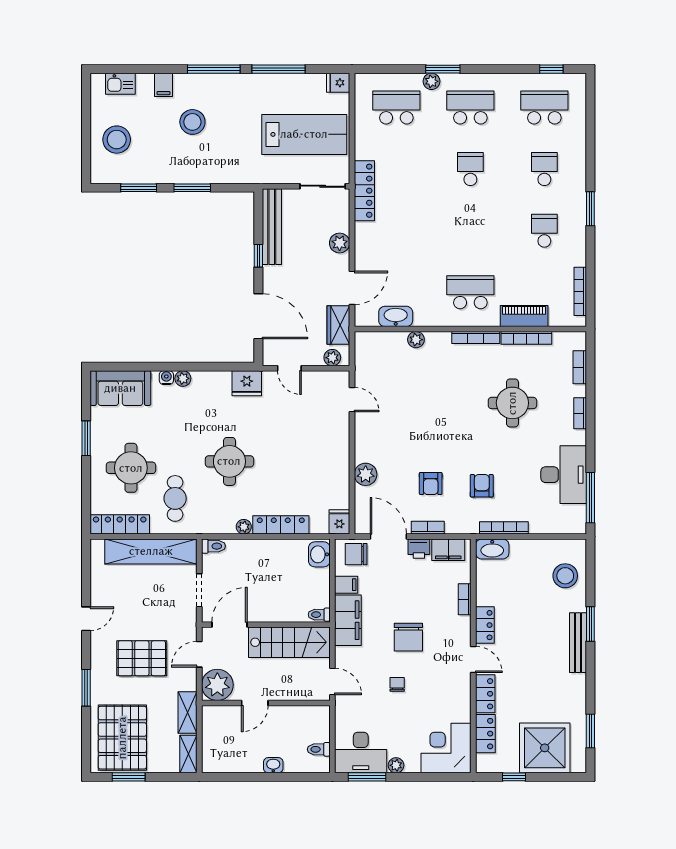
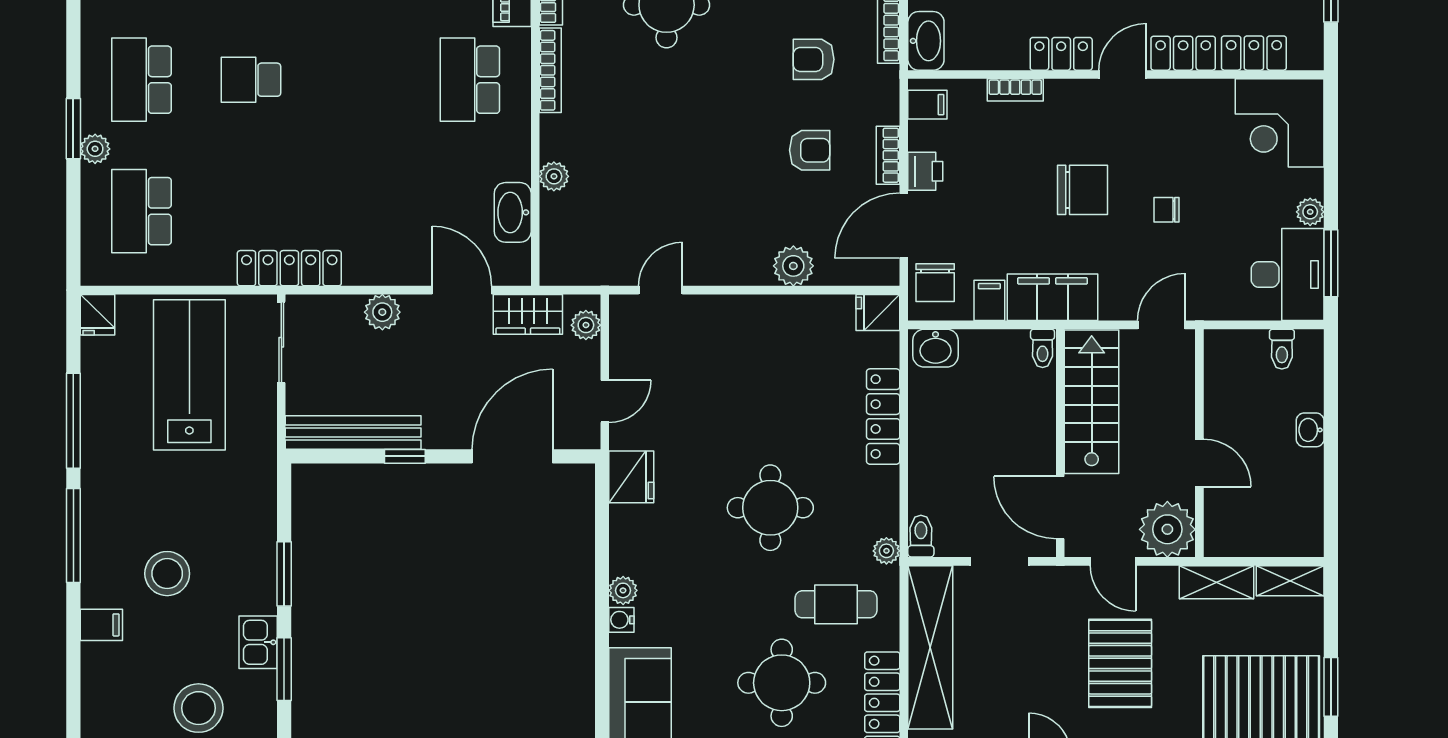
kitchen sink: (120, 84) -> (258, 642), moved, turned 180
plant: (244, 527) -> (886, 551), moved
filing cabinet: (448, 550) -> (927, 105), width x0.50

